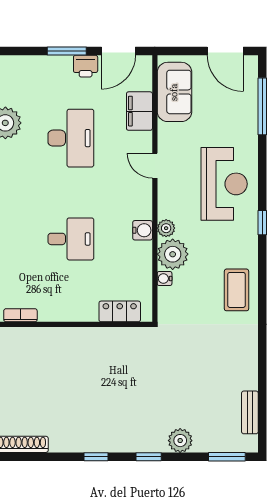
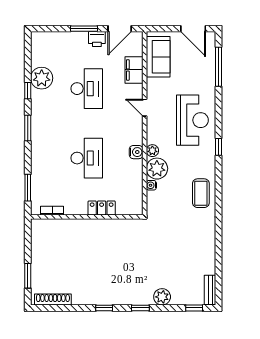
desk: (71, 239) -> (87, 158), width x1.37
locker: (120, 311) -> (102, 208), moved
bench: (250, 412) -> (210, 290), moved
window: (227, 457) -> (194, 308), width x0.67

